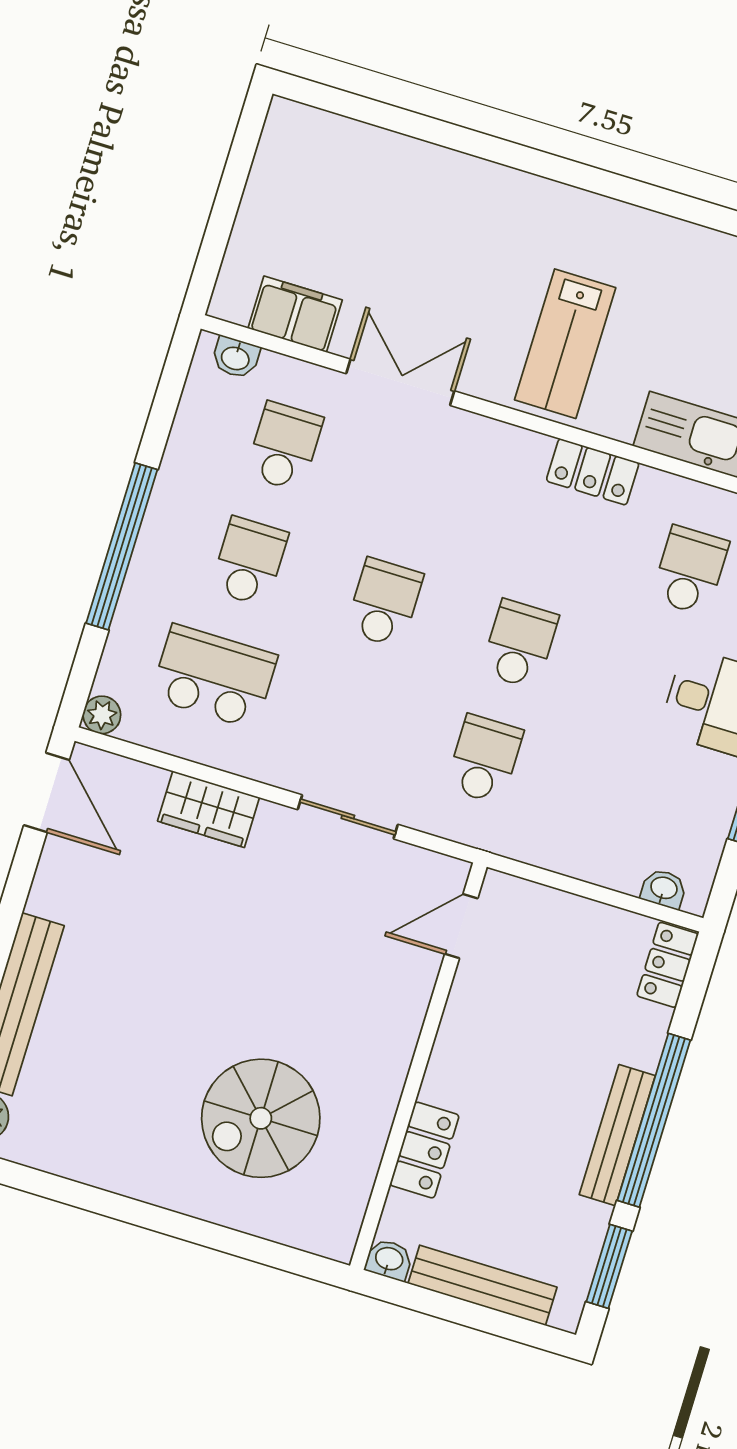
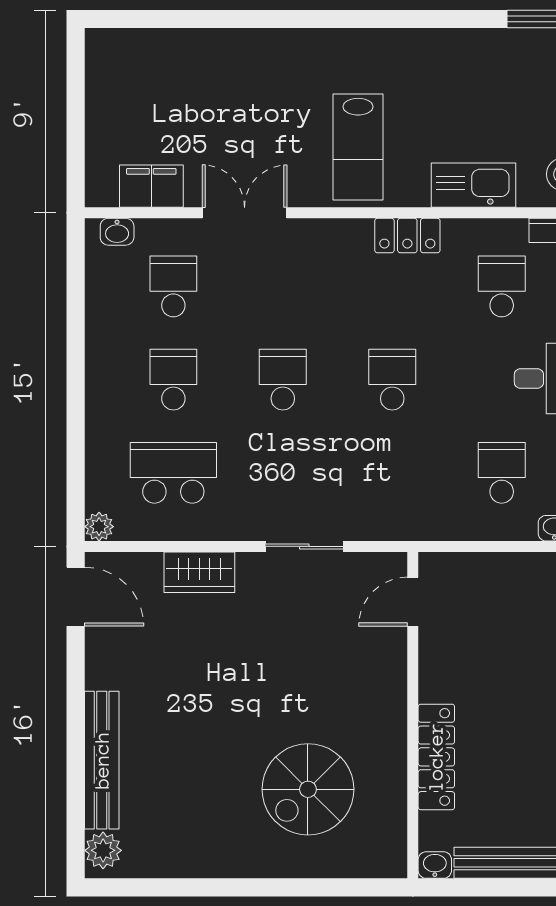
window: (122, 546) -> (76, 397), removed
school desk: (484, 759) -> (502, 473), moved
locker: (424, 1150) -> (436, 757), width x1.53

